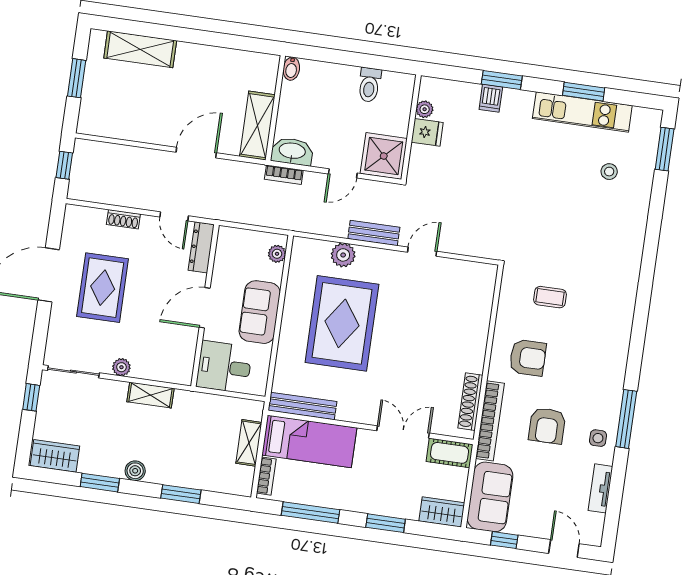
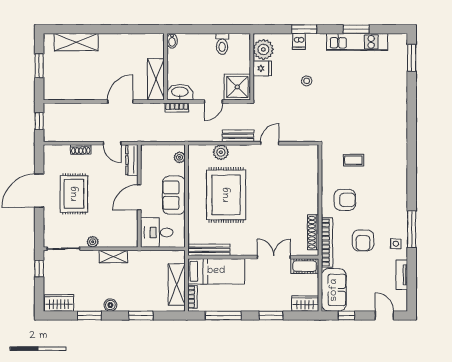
plant: (425, 109) -> (263, 49), width x1.88, depth x1.88
stool: (609, 172) -> (307, 81), moved
shelving: (249, 443) -> (177, 285), width x1.50, depth x1.33

